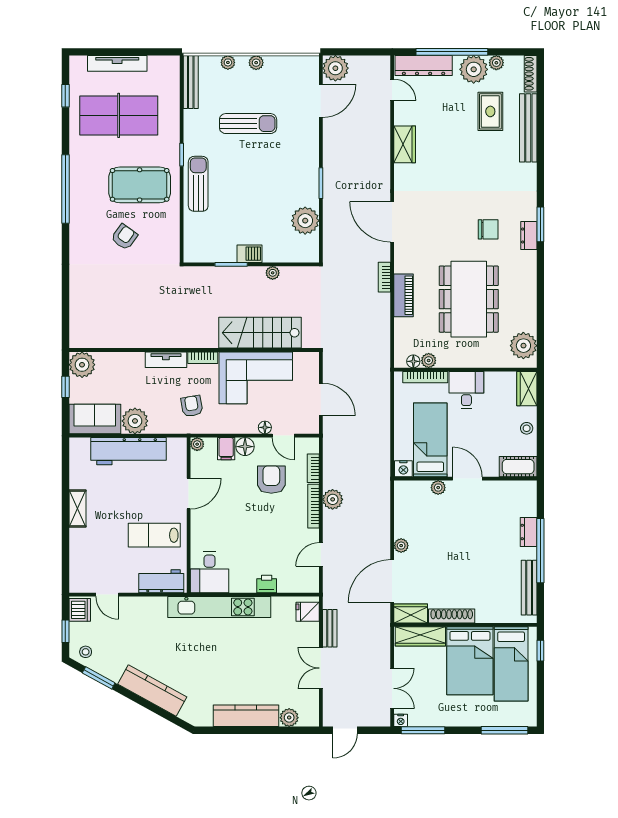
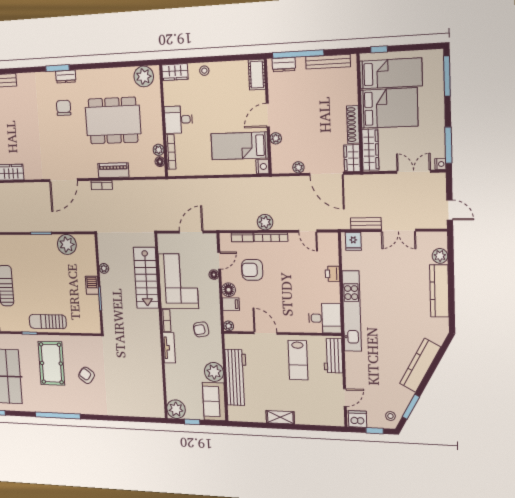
bed: (430, 440) -> (240, 146), moved
cot: (518, 467) -> (257, 75), moved
nightstand: (403, 469) -> (262, 166), moved
wall: (465, 479) -> (268, 117), moved
door: (467, 479) -> (268, 115), moved
plant: (438, 488) -> (276, 138), moved

